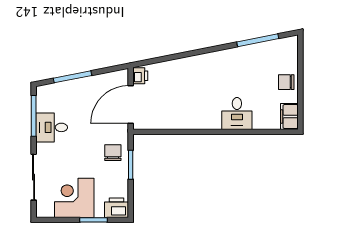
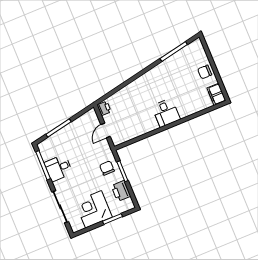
door: (131, 105) -> (106, 131), width x0.53
desk: (237, 113) -> (166, 113), moved
printer: (116, 208) -> (121, 191), moved, turned -90

